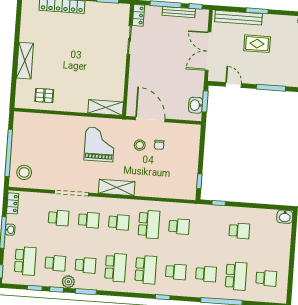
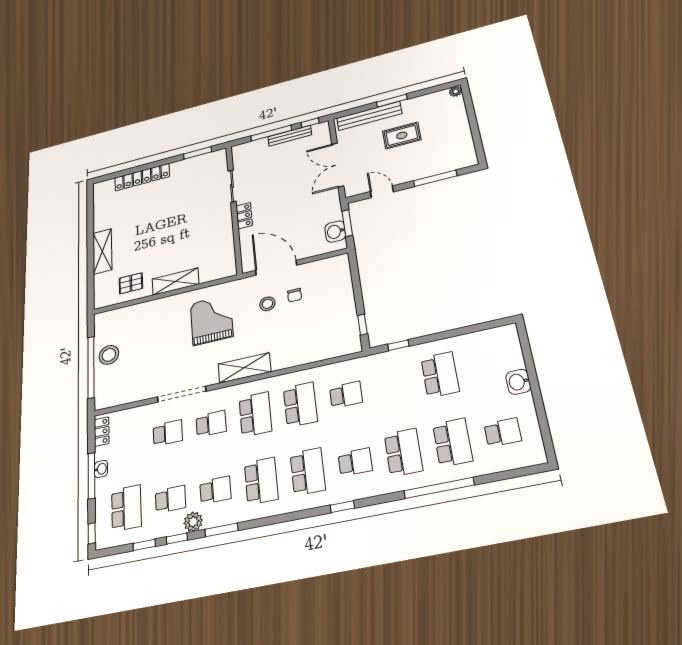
locker: (138, 15) -> (244, 216), moved
shelving: (106, 107) -> (175, 282), moved
stool: (24, 172) -> (109, 355), moved
washbasin: (285, 217) -> (518, 382), moved, turned 90
school desk: (119, 222) -> (255, 414), width x1.85
school desk: (239, 231) -> (440, 375), width x1.85
school desk: (206, 274) -> (403, 452), width x1.85

